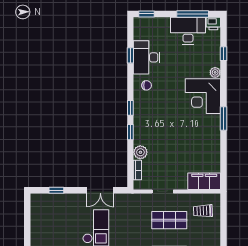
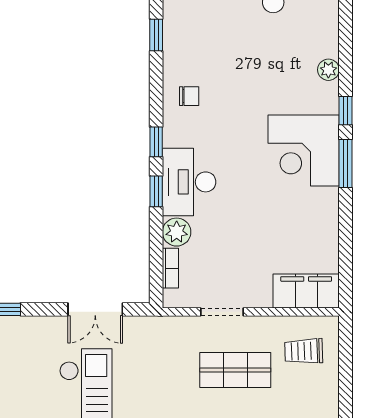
window: (224, 54) -> (345, 111), moved
desk: (147, 57) -> (189, 182), moved
corner desk: (203, 96) -> (304, 151), moved

